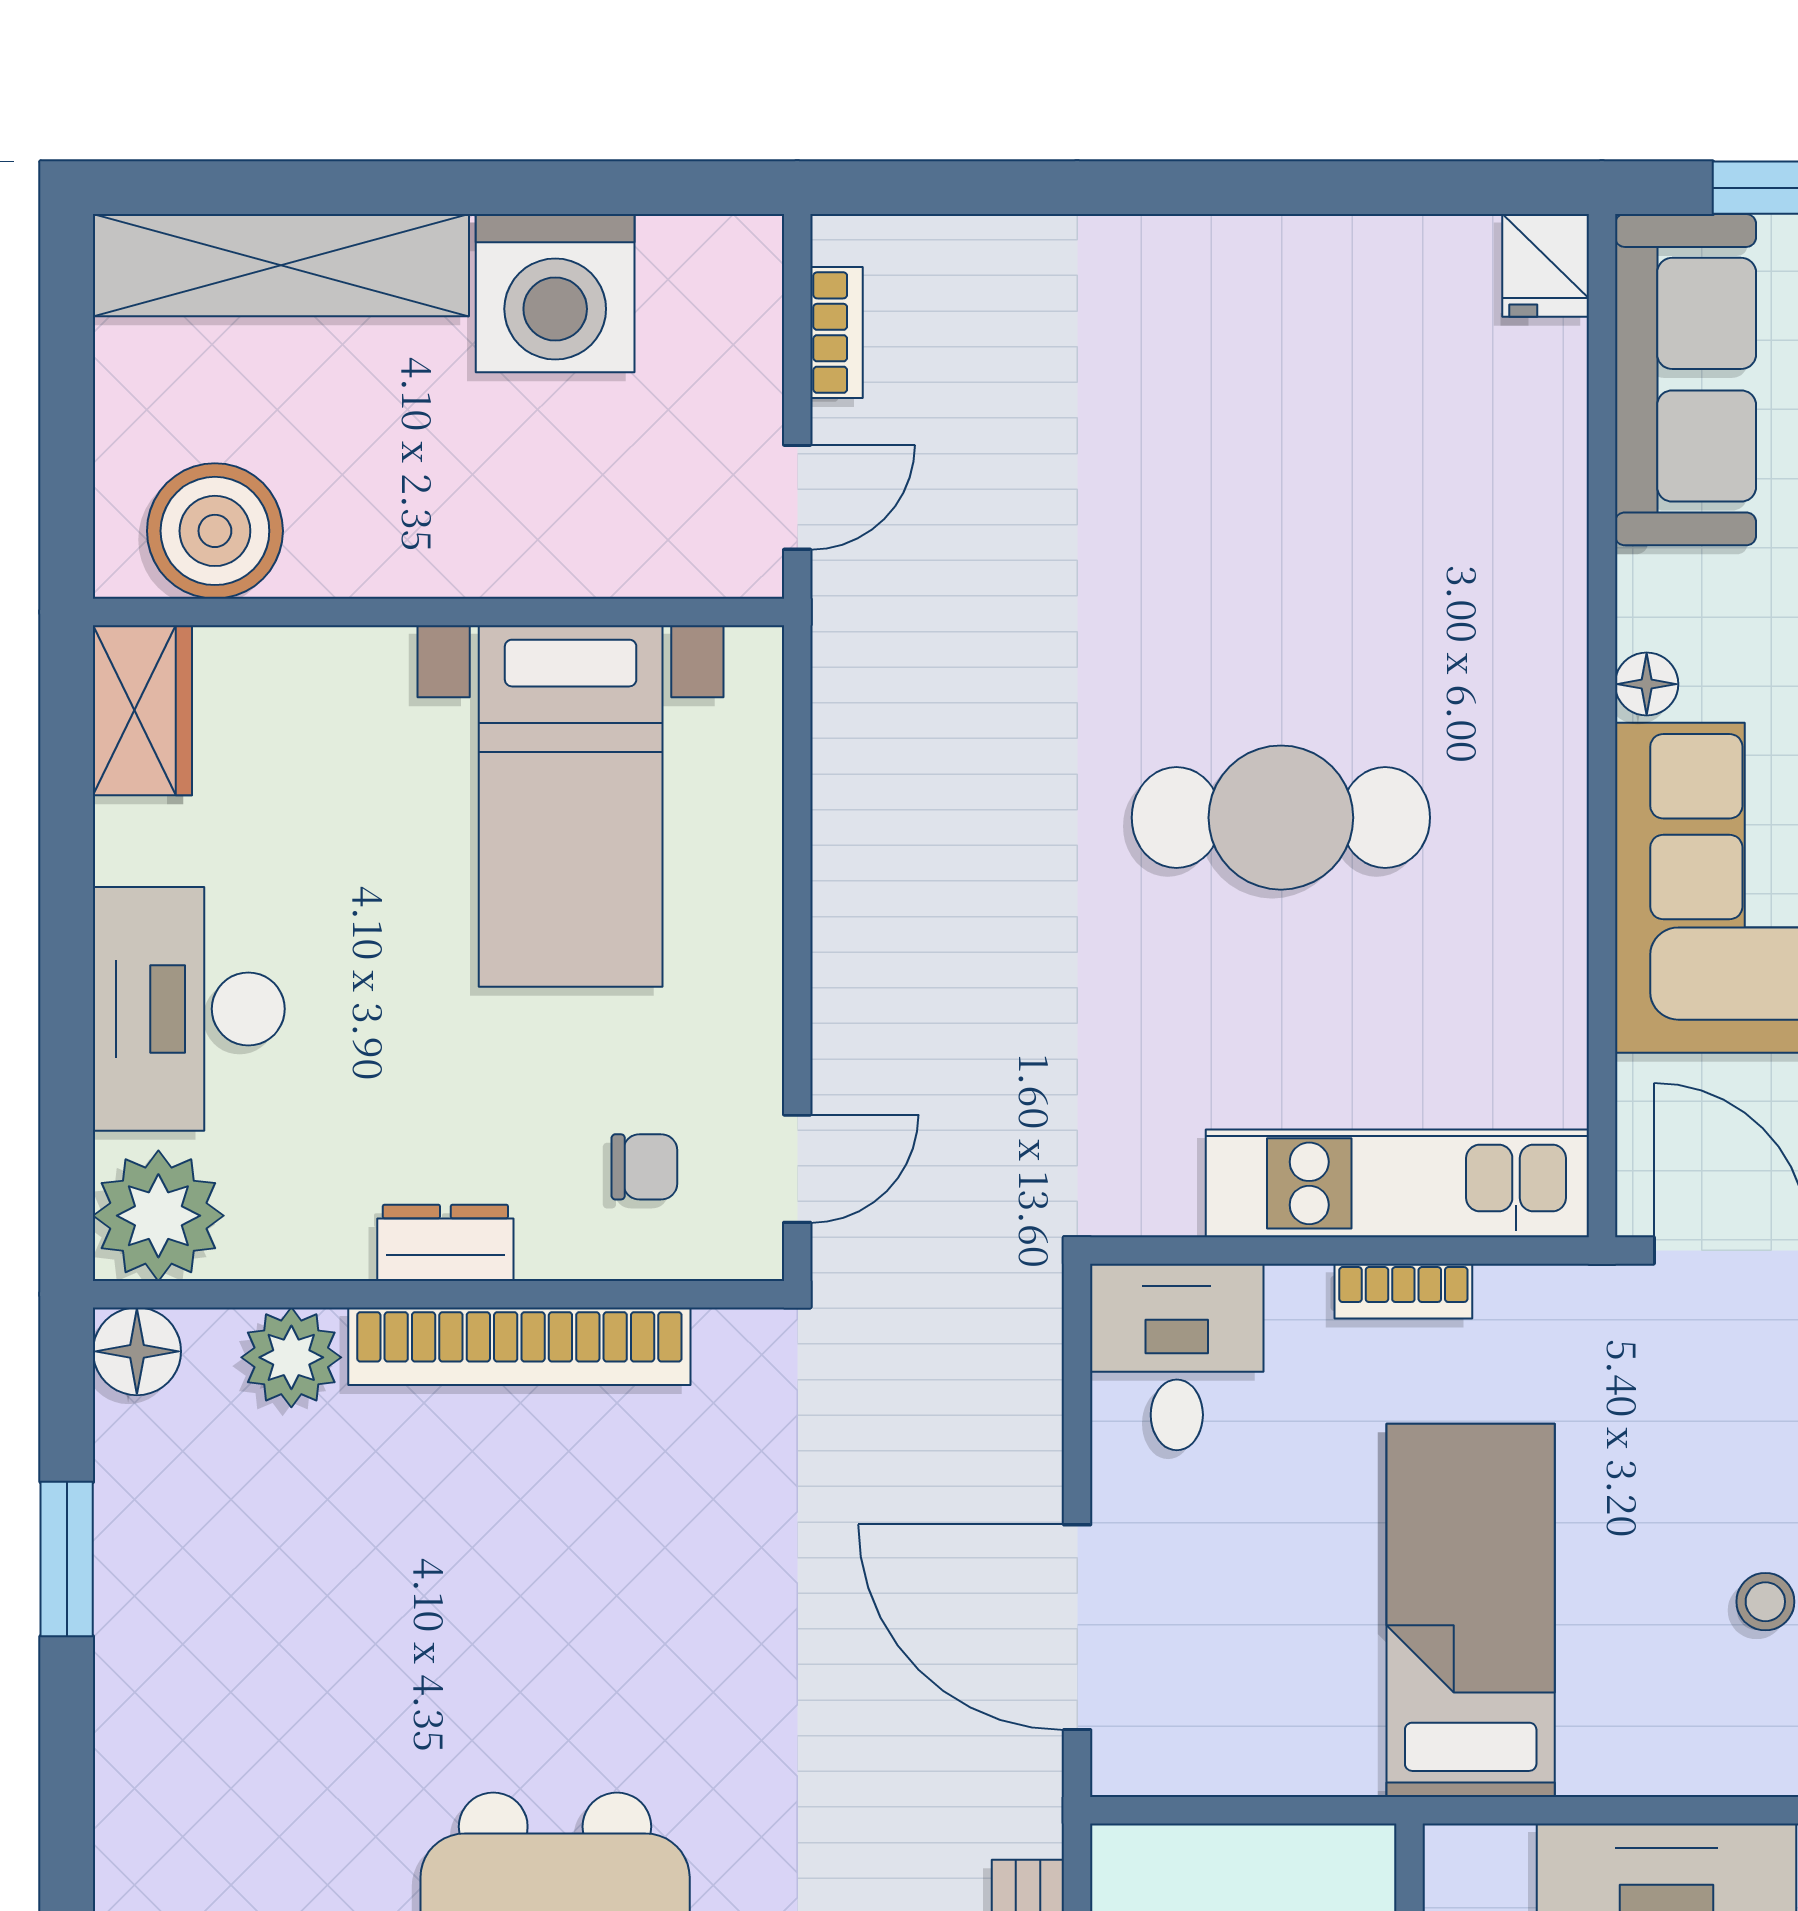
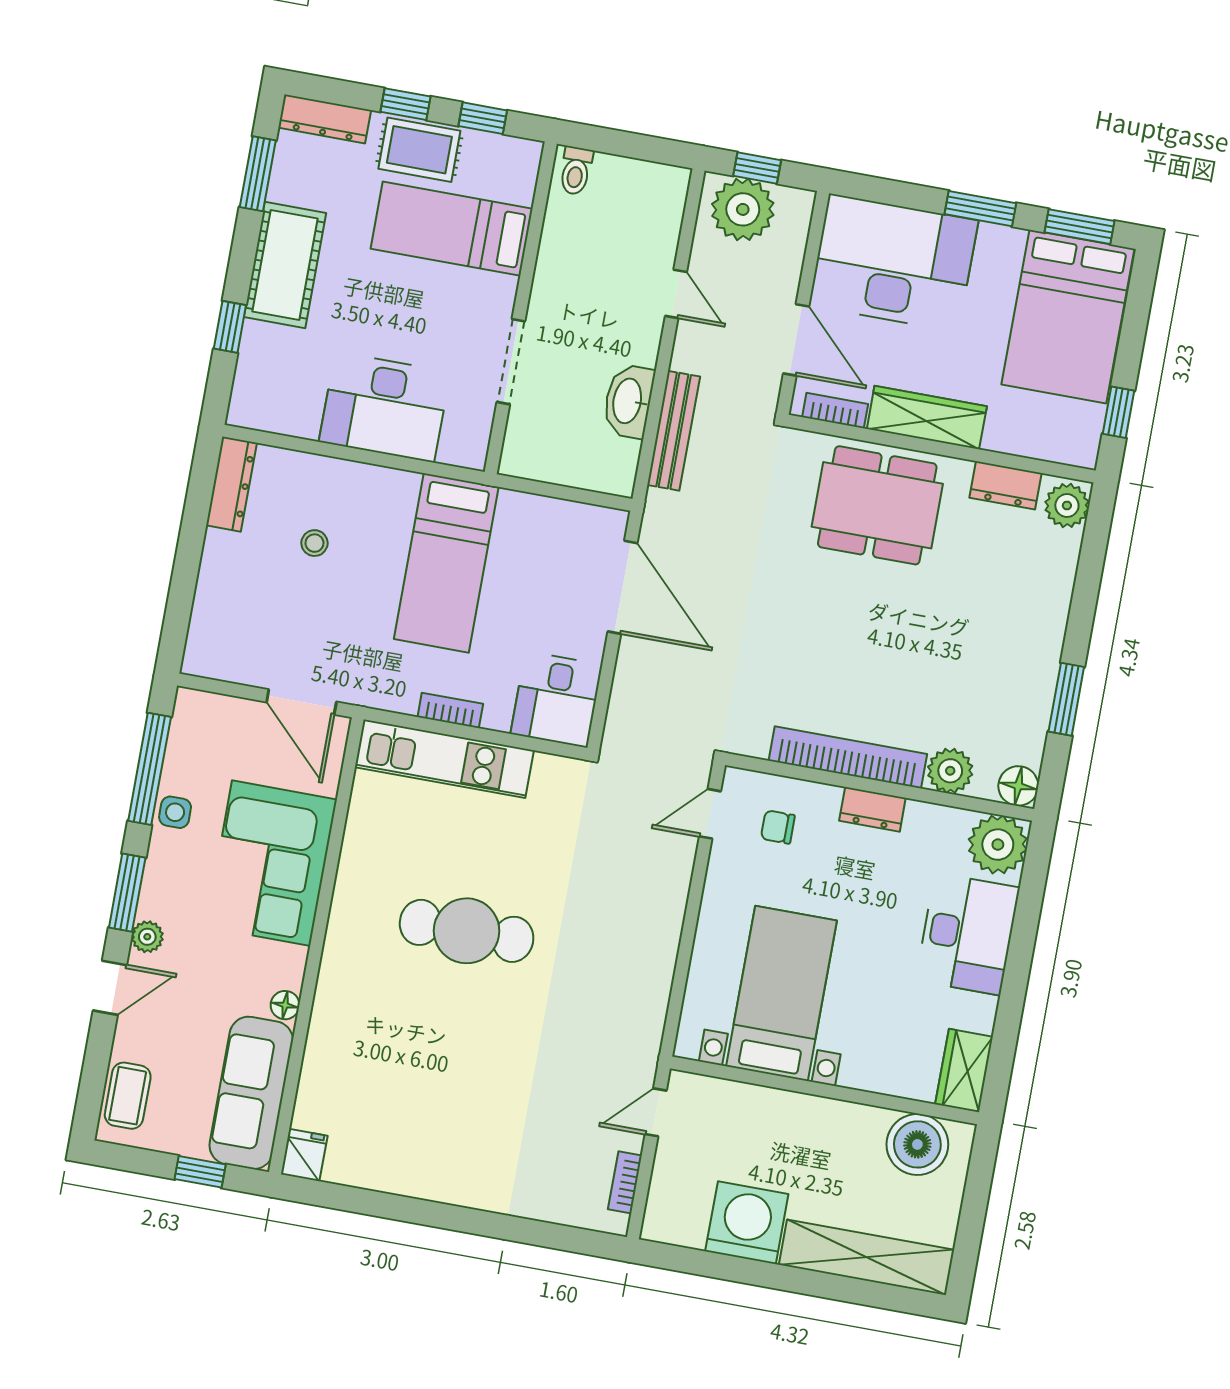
floor lamp: (1647, 684) -> (285, 1005), moved

